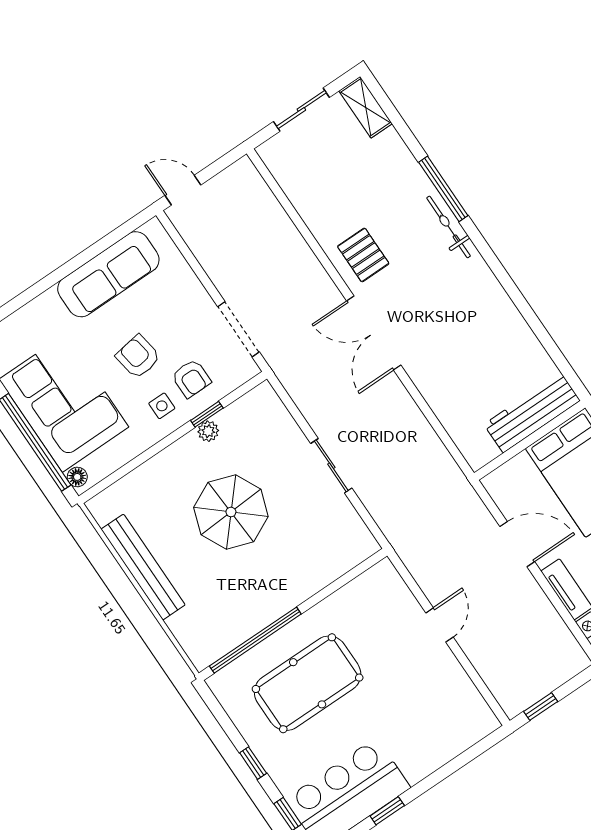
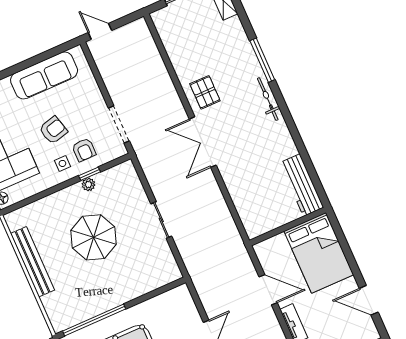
bicycle: (449, 227) -> (268, 99), moved
armchair: (138, 357) -> (53, 130), turned 84
workbench: (532, 412) -> (302, 185), moved, turned -90

